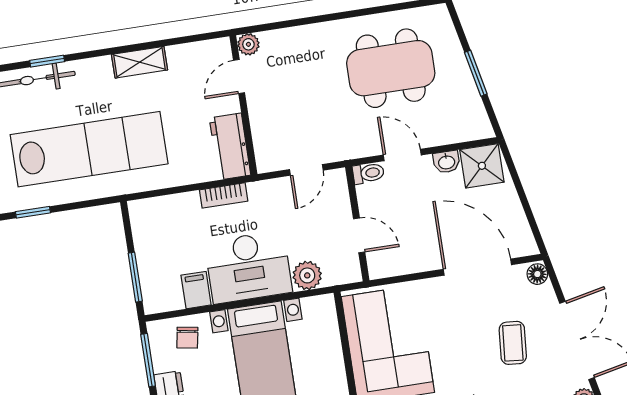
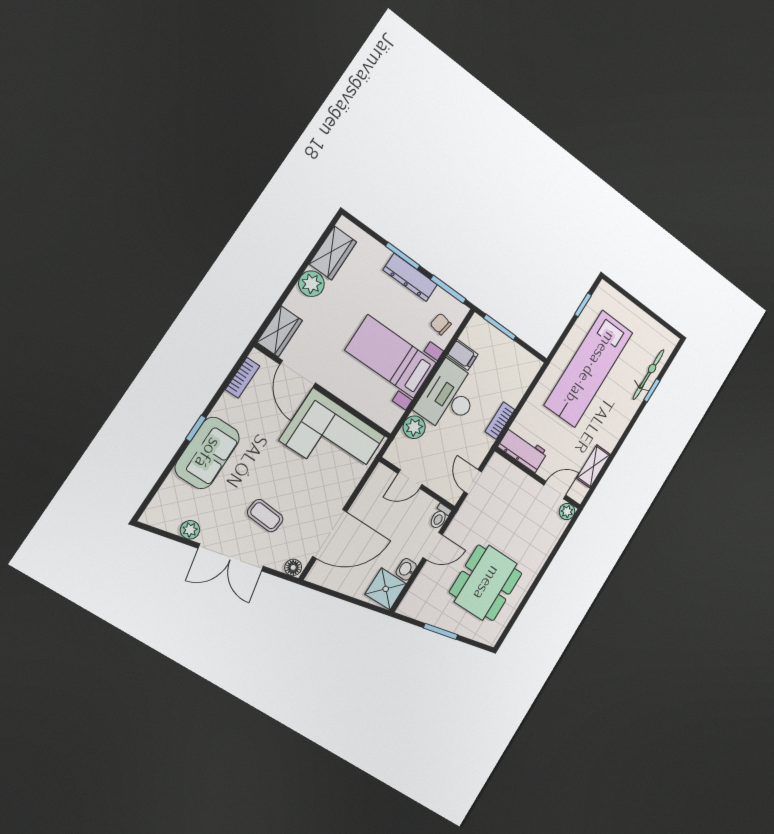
shelving: (140, 62) -> (594, 466), moved
door: (239, 77) -> (555, 490), hinge flipped

